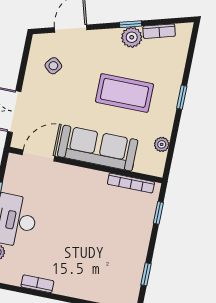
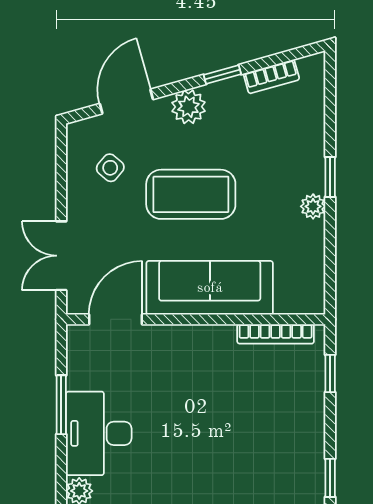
plant: (132, 37) -> (188, 107), moved
coffee table: (124, 93) -> (191, 194), moved
plant: (162, 144) -> (313, 206), moved

